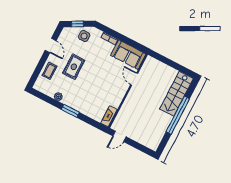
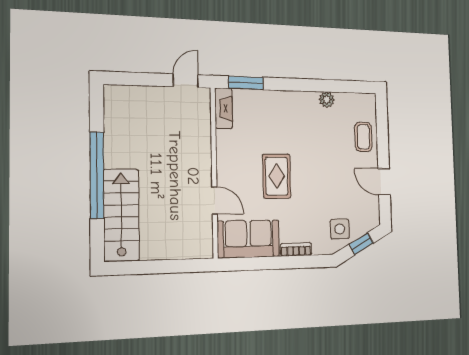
rug: (74, 67) -> (277, 176), moved
window: (70, 111) -> (246, 83), moved

